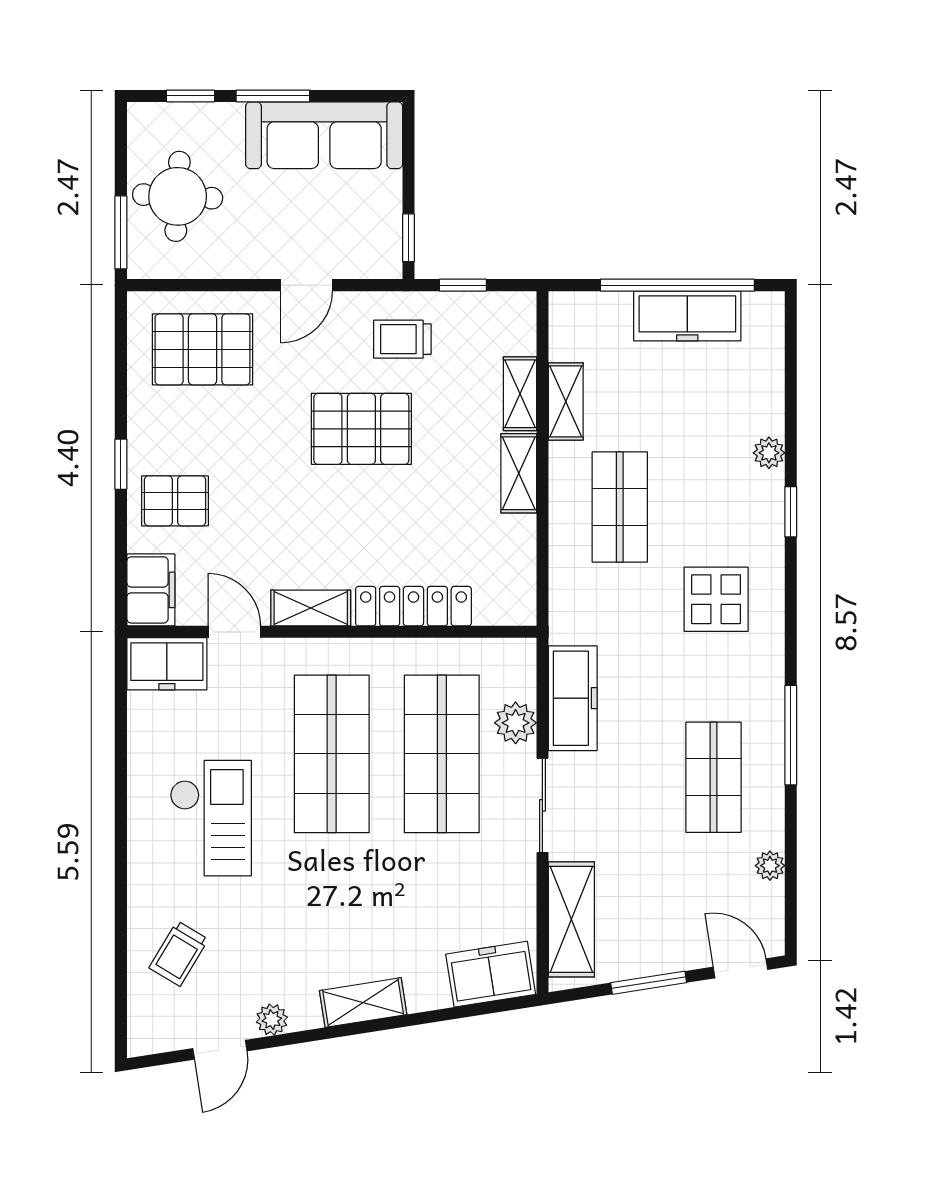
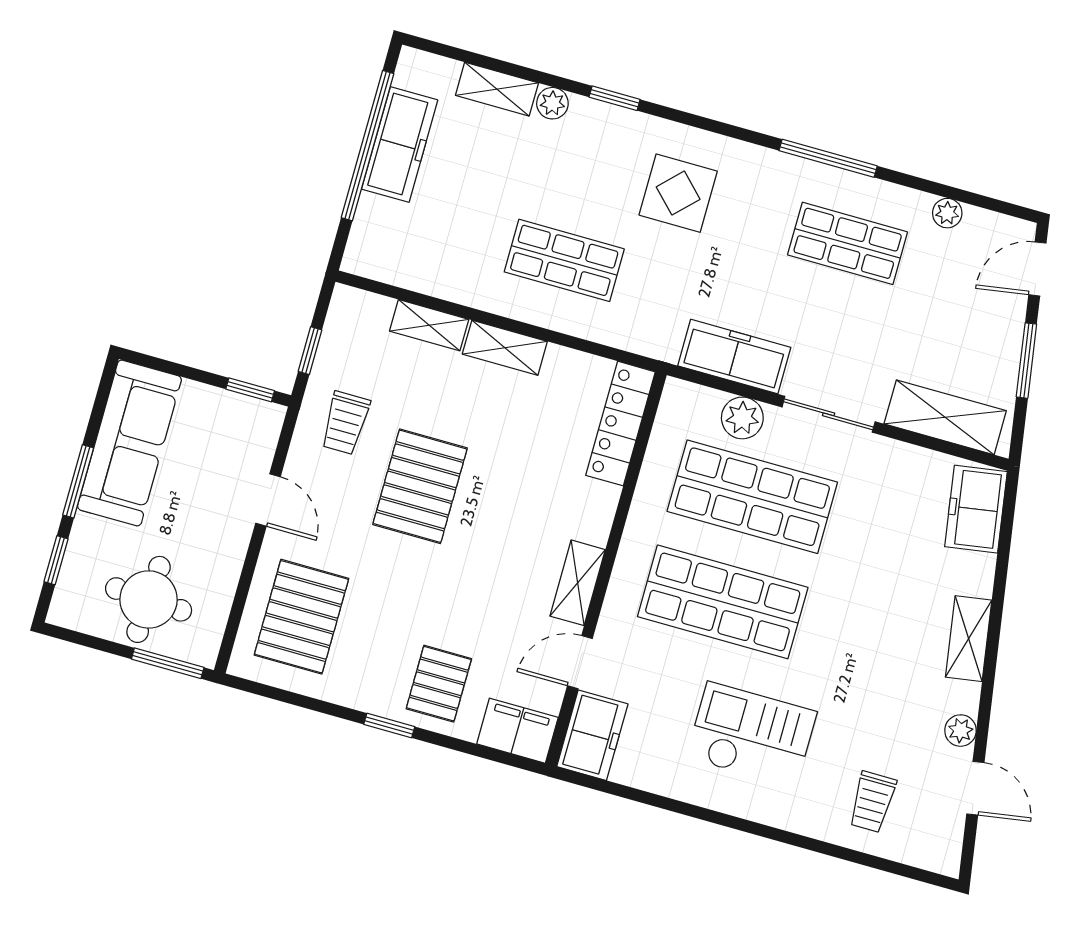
shelving: (566, 401) -> (497, 89), moved
locker: (413, 606) -> (620, 424), moved
trolley: (179, 954) -> (872, 802), turned 59

